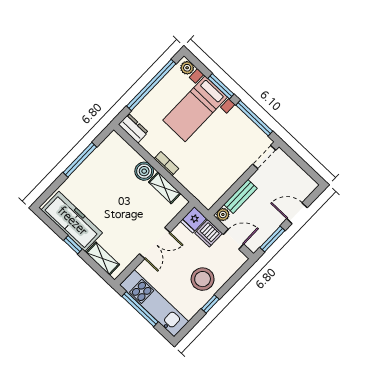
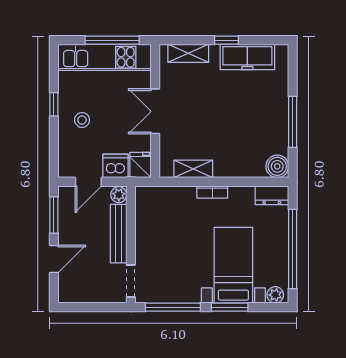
boiler: (144, 171) -> (277, 166), moved
bench: (240, 196) -> (119, 234), width x1.36
freezer: (72, 221) -> (247, 57), width x0.73, depth x0.79
stool: (203, 279) -> (82, 120), width x0.53, depth x0.53

